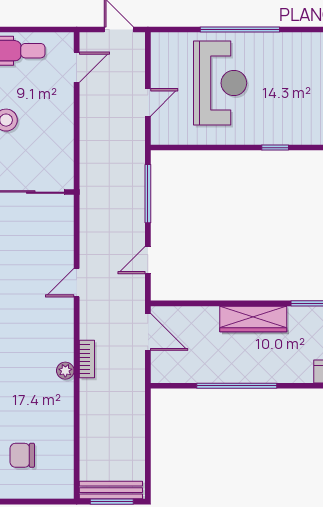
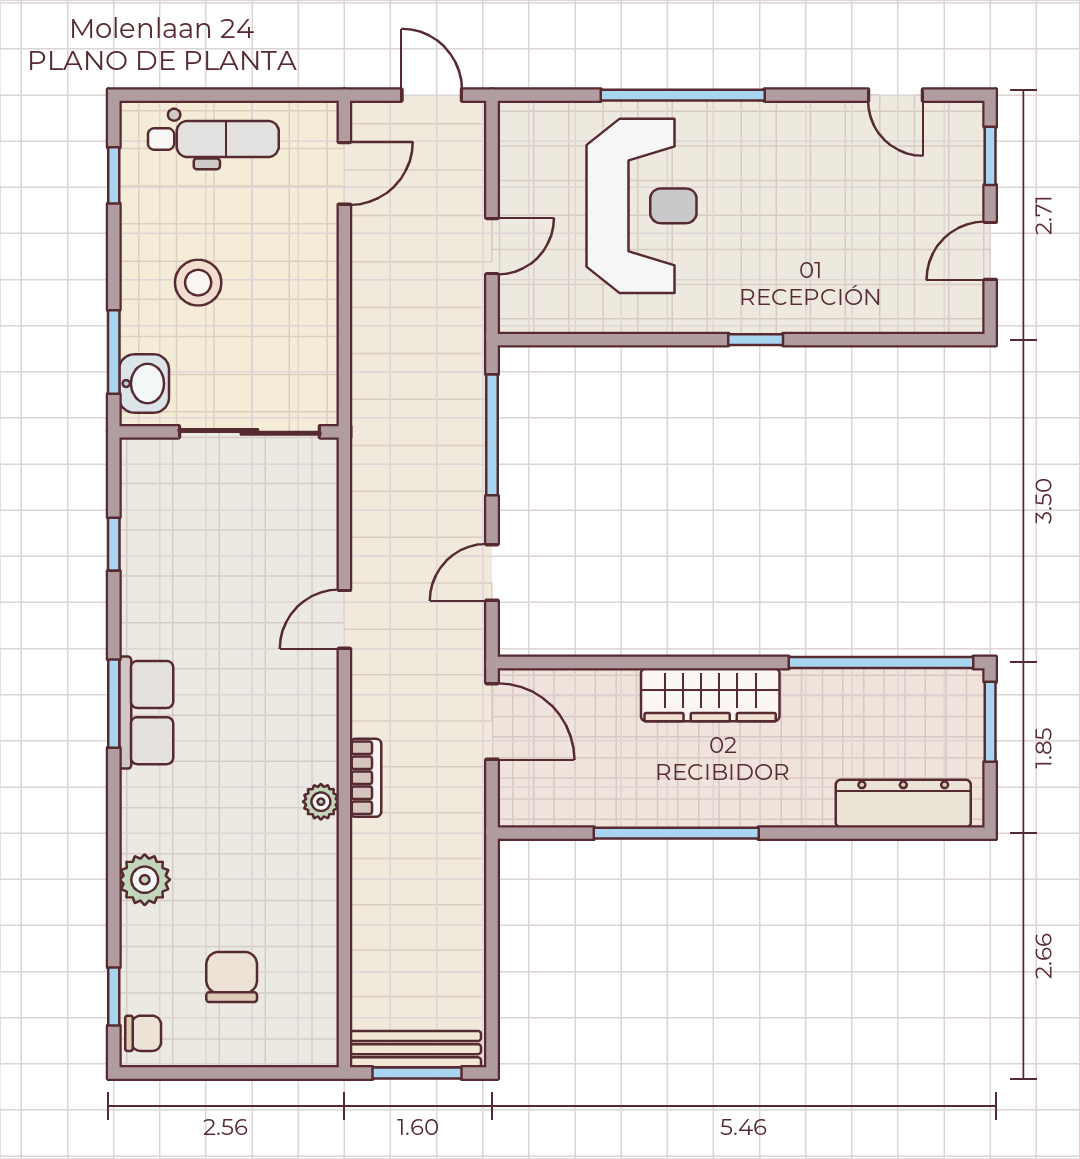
chair: (22, 455) -> (232, 977), turned 90

